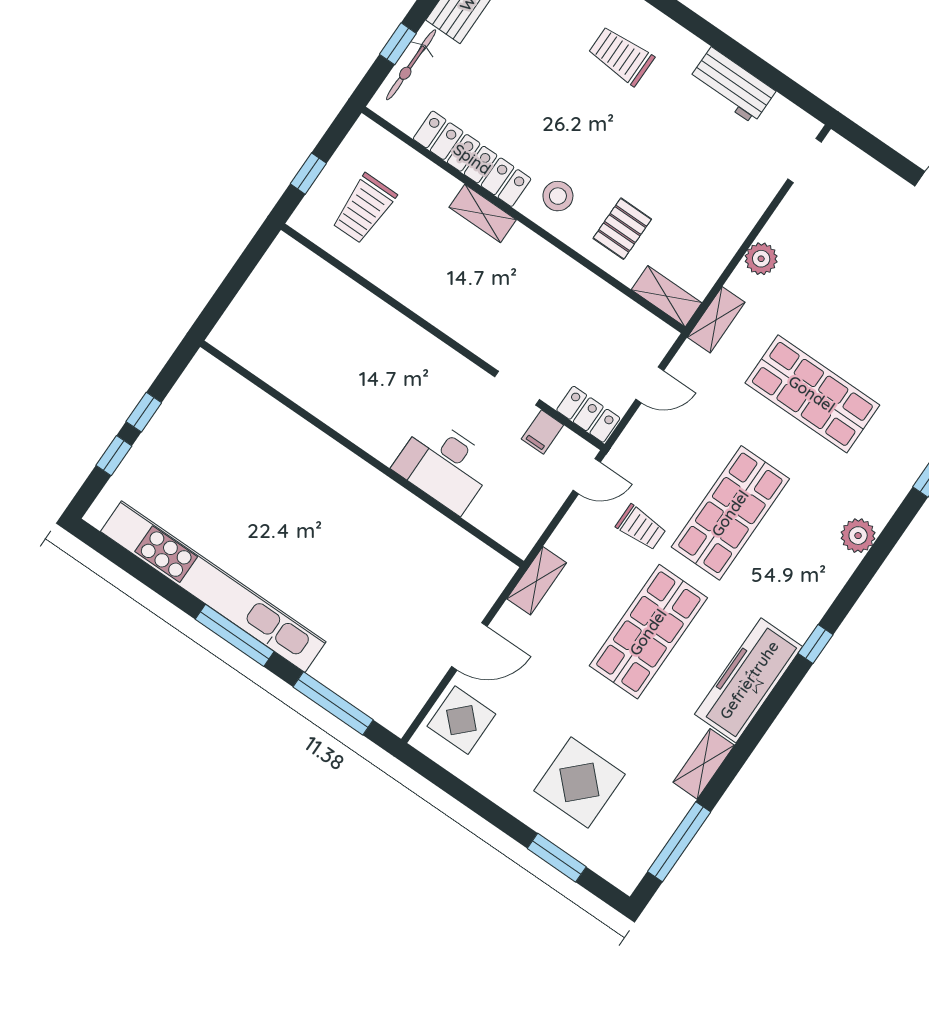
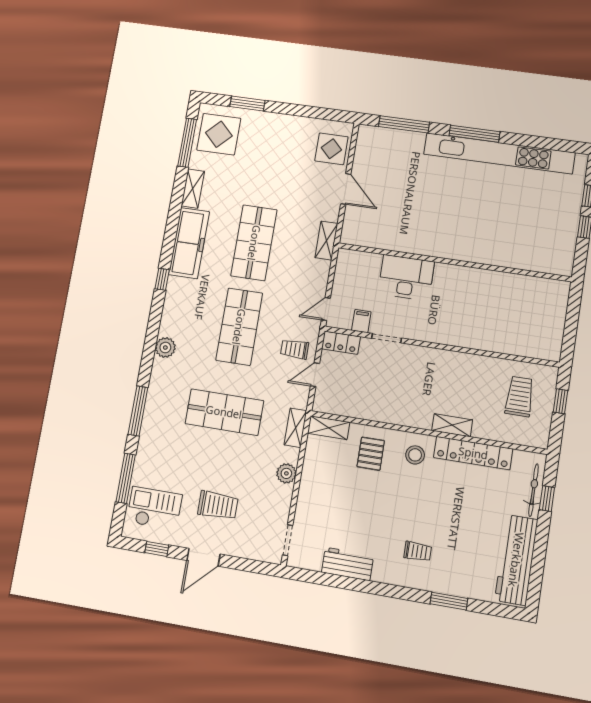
trolley: (621, 56) -> (418, 551), width x0.73, depth x0.72
trolley: (885, 260) -> (218, 505), added
trolley: (641, 527) -> (295, 349), moved
door: (469, 646) -> (346, 189), swing flipped
display table: (579, 782) -> (219, 134), moved

